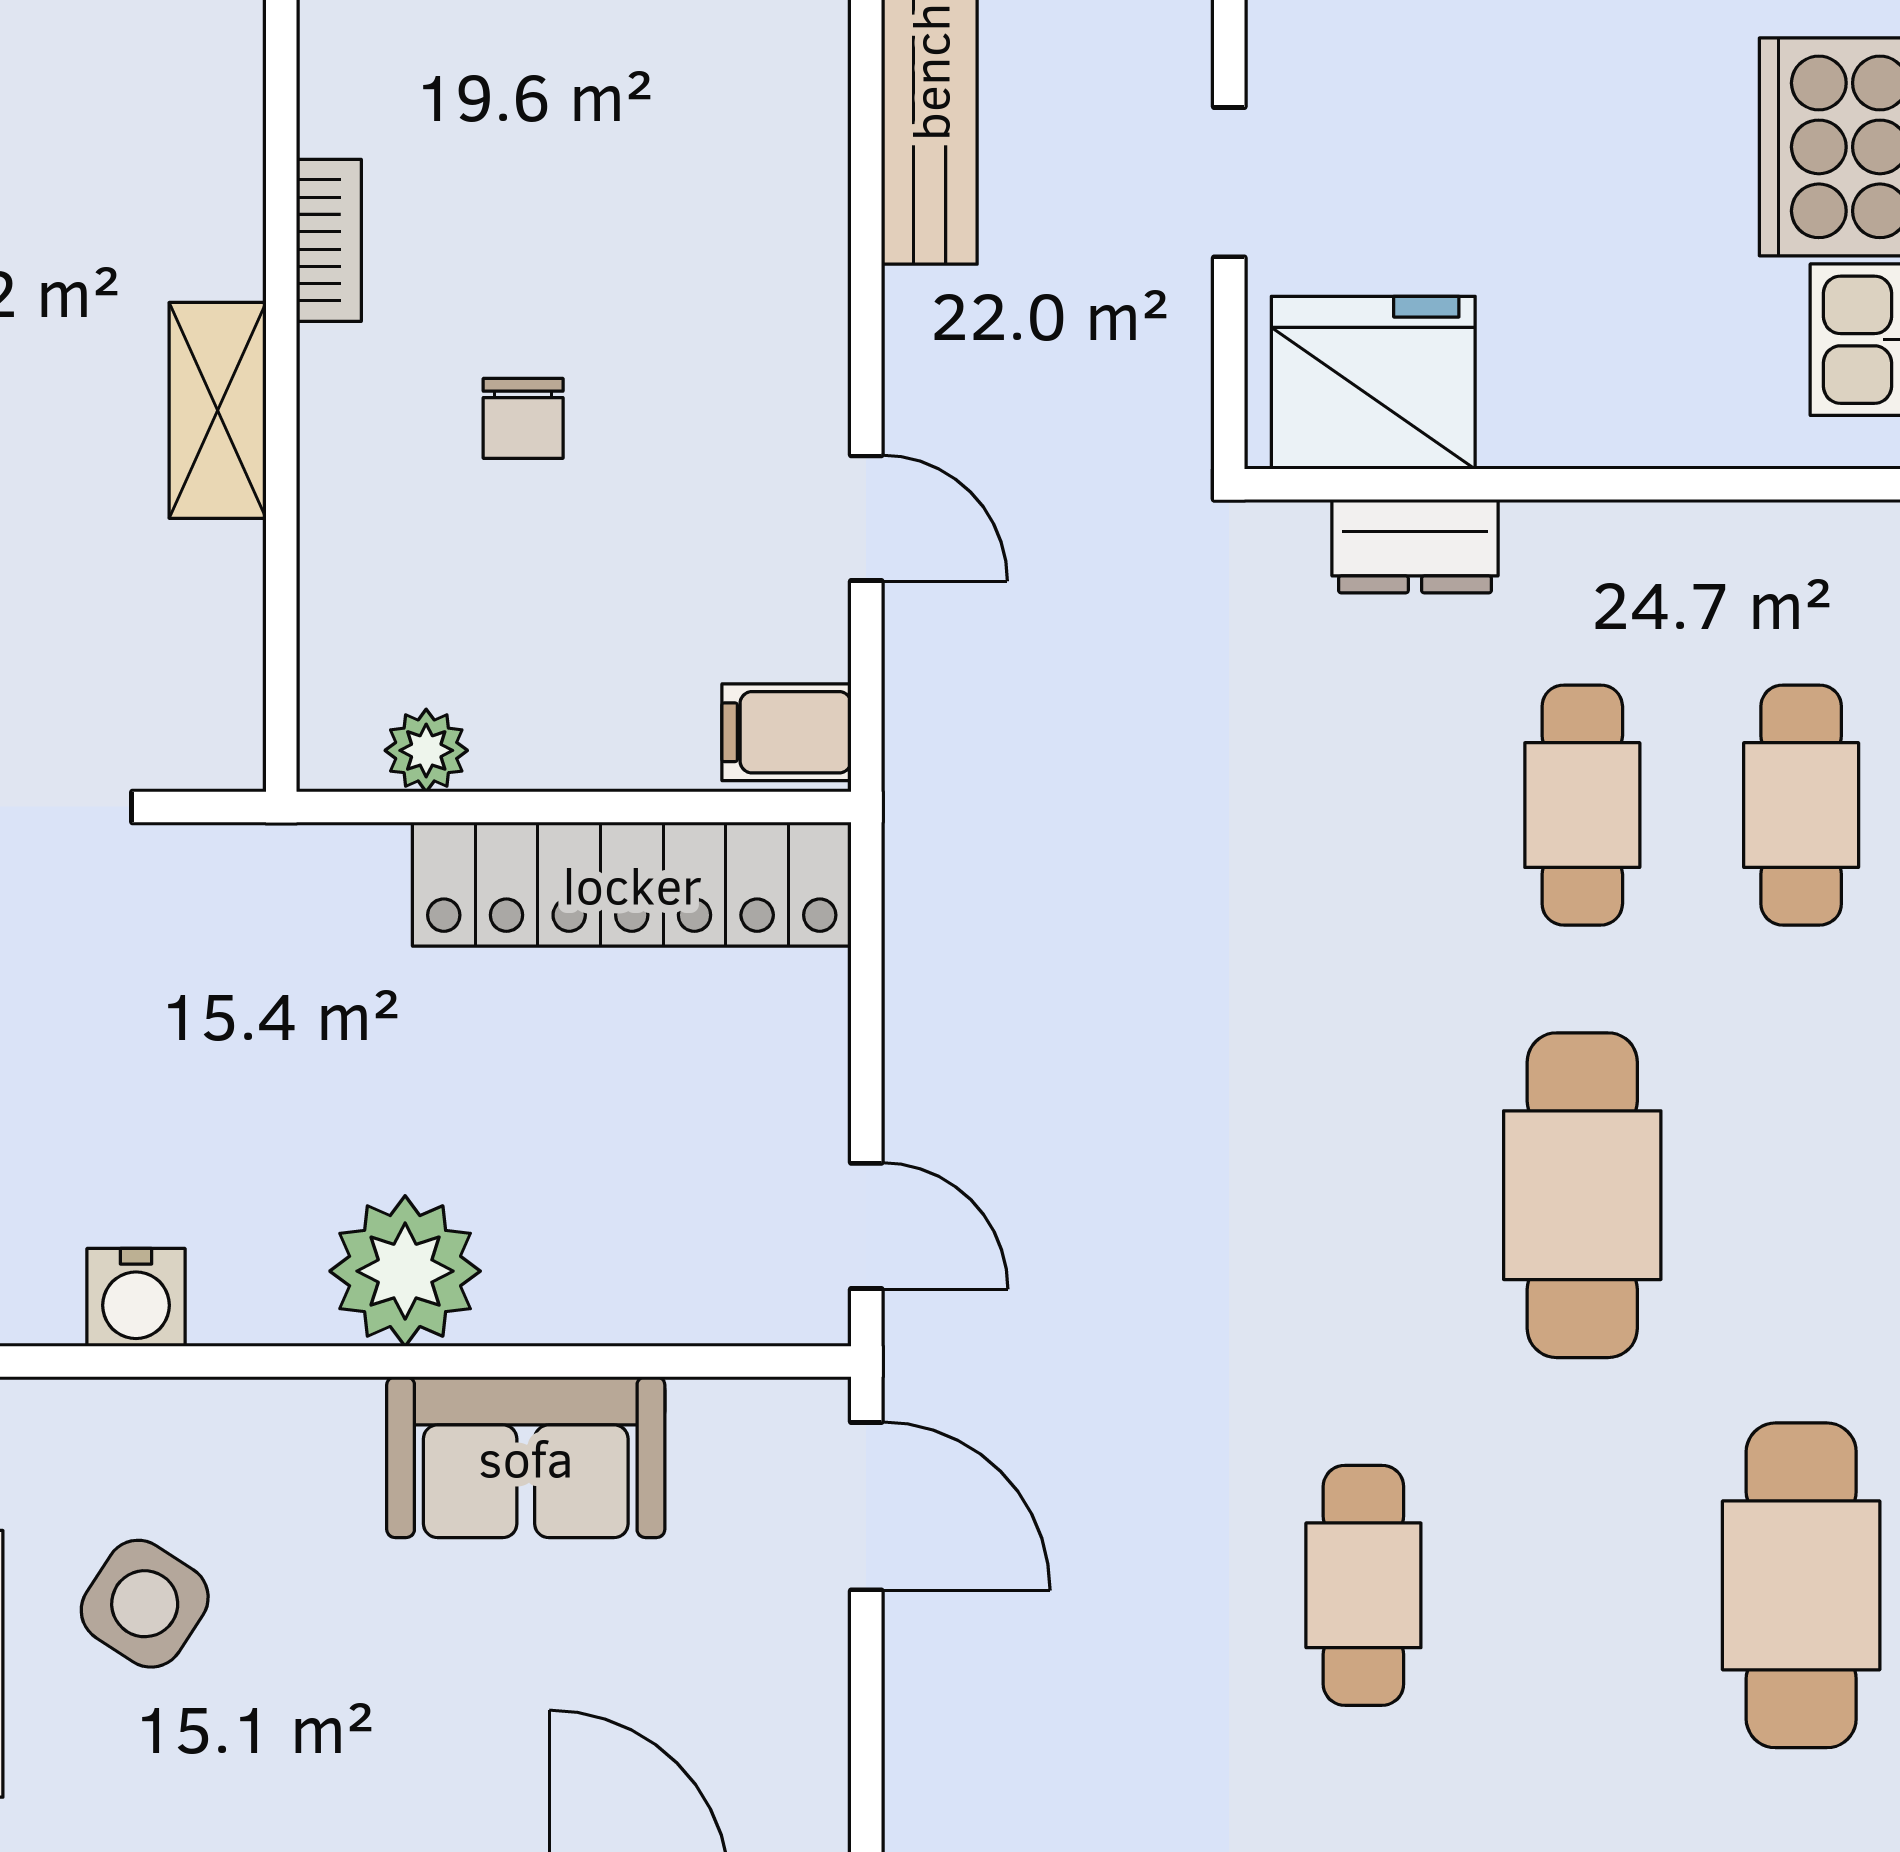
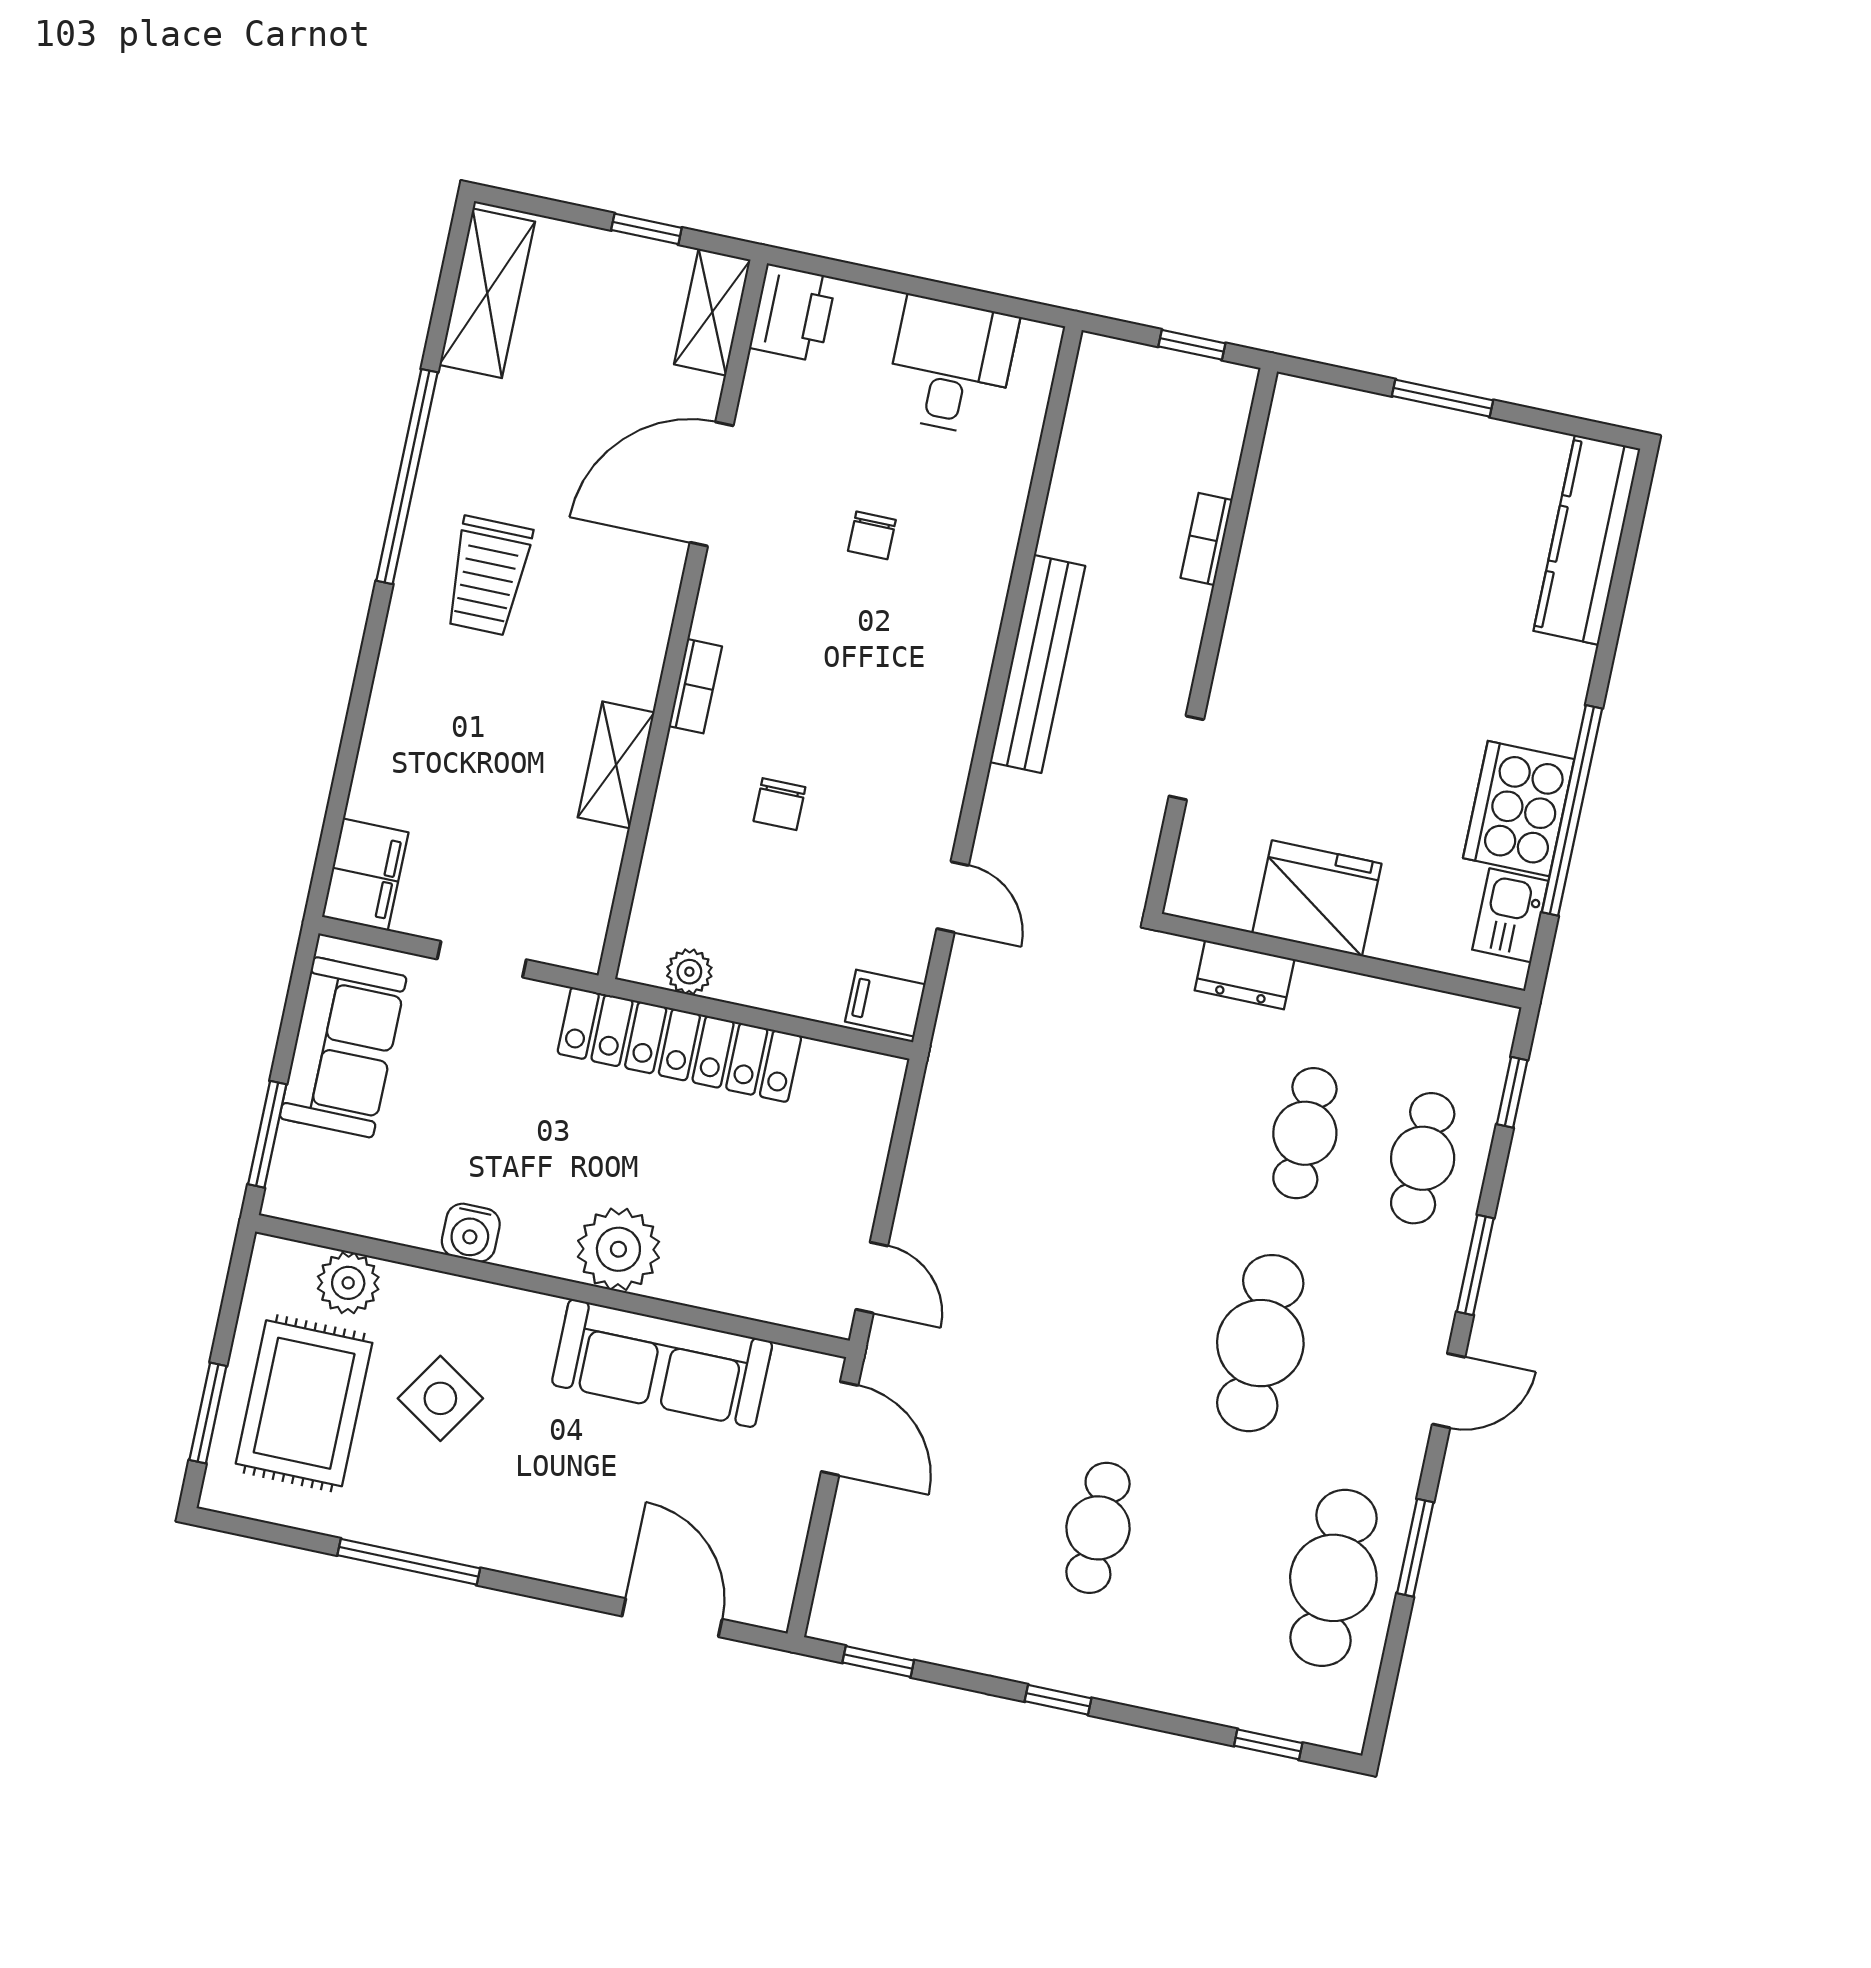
fridge: (1373, 383) -> (1317, 898), moved
locker: (632, 884) -> (679, 1045), moved
sofa: (526, 1457) -> (662, 1363), width x1.36

